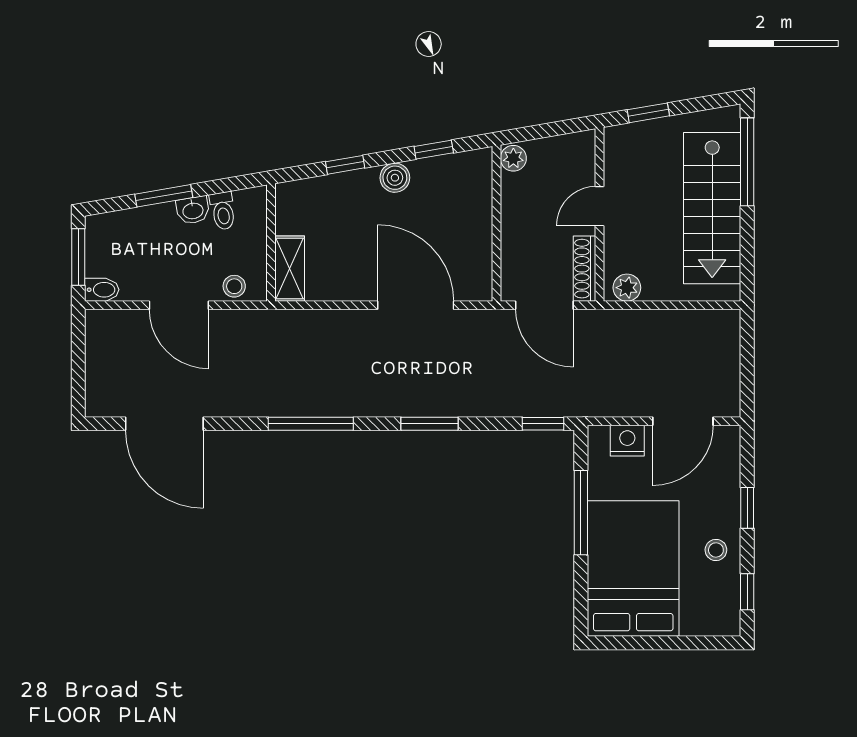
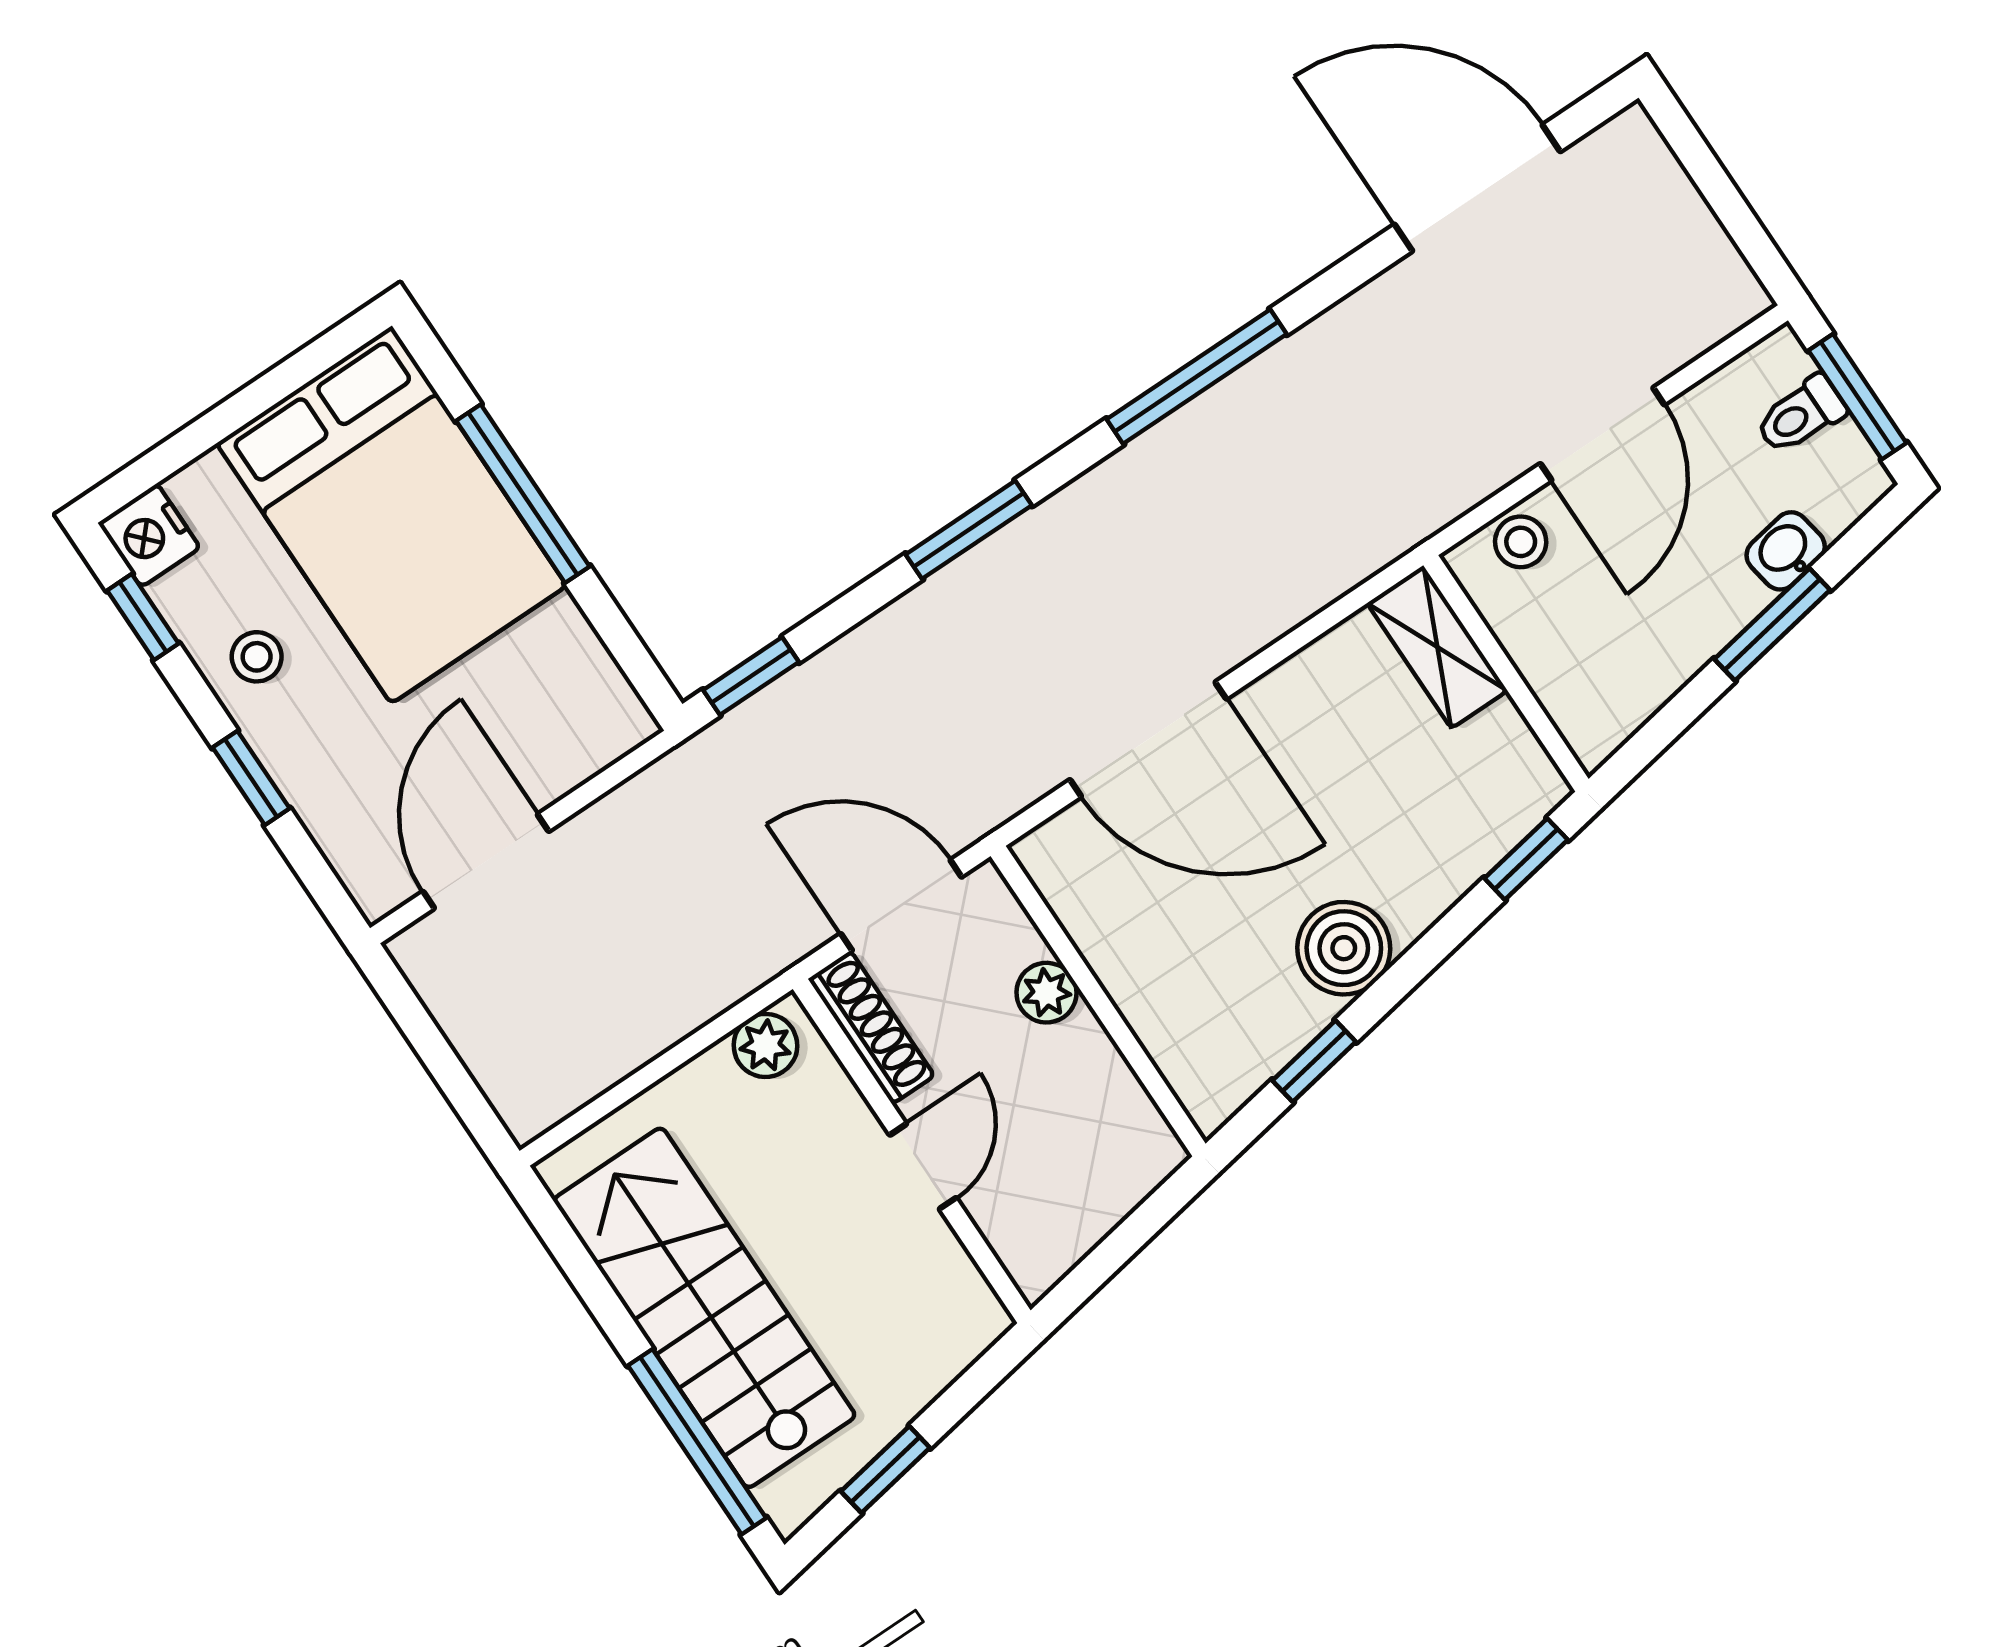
window: (648, 113) -> (885, 1470), moved
plant: (513, 158) -> (1046, 993), moved
window: (345, 165) -> (1526, 859), moved
boiler: (395, 178) -> (1344, 948), width x1.36, depth x1.36
washbasin: (193, 210) -> (1786, 551), moved
toilet: (223, 211) -> (1801, 415), moved, turned -80
bidet: (102, 290) -> (1770, 364), removed
door: (179, 305) -> (1602, 434), swing flipped
nightstand: (627, 441) -> (149, 535), moved, turned 90
window: (581, 513) -> (523, 494), moved

